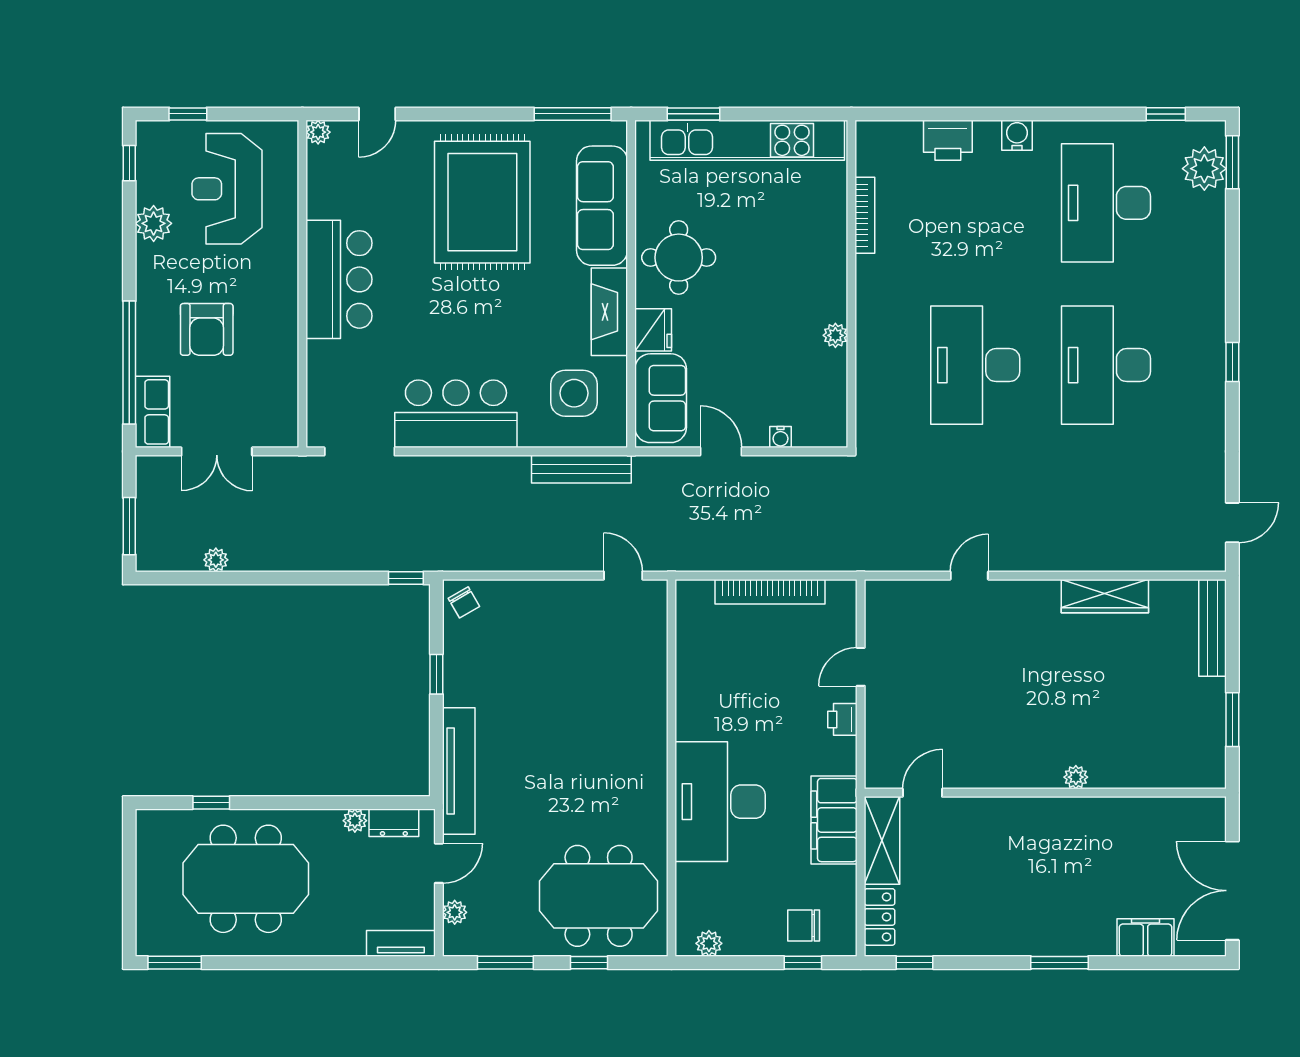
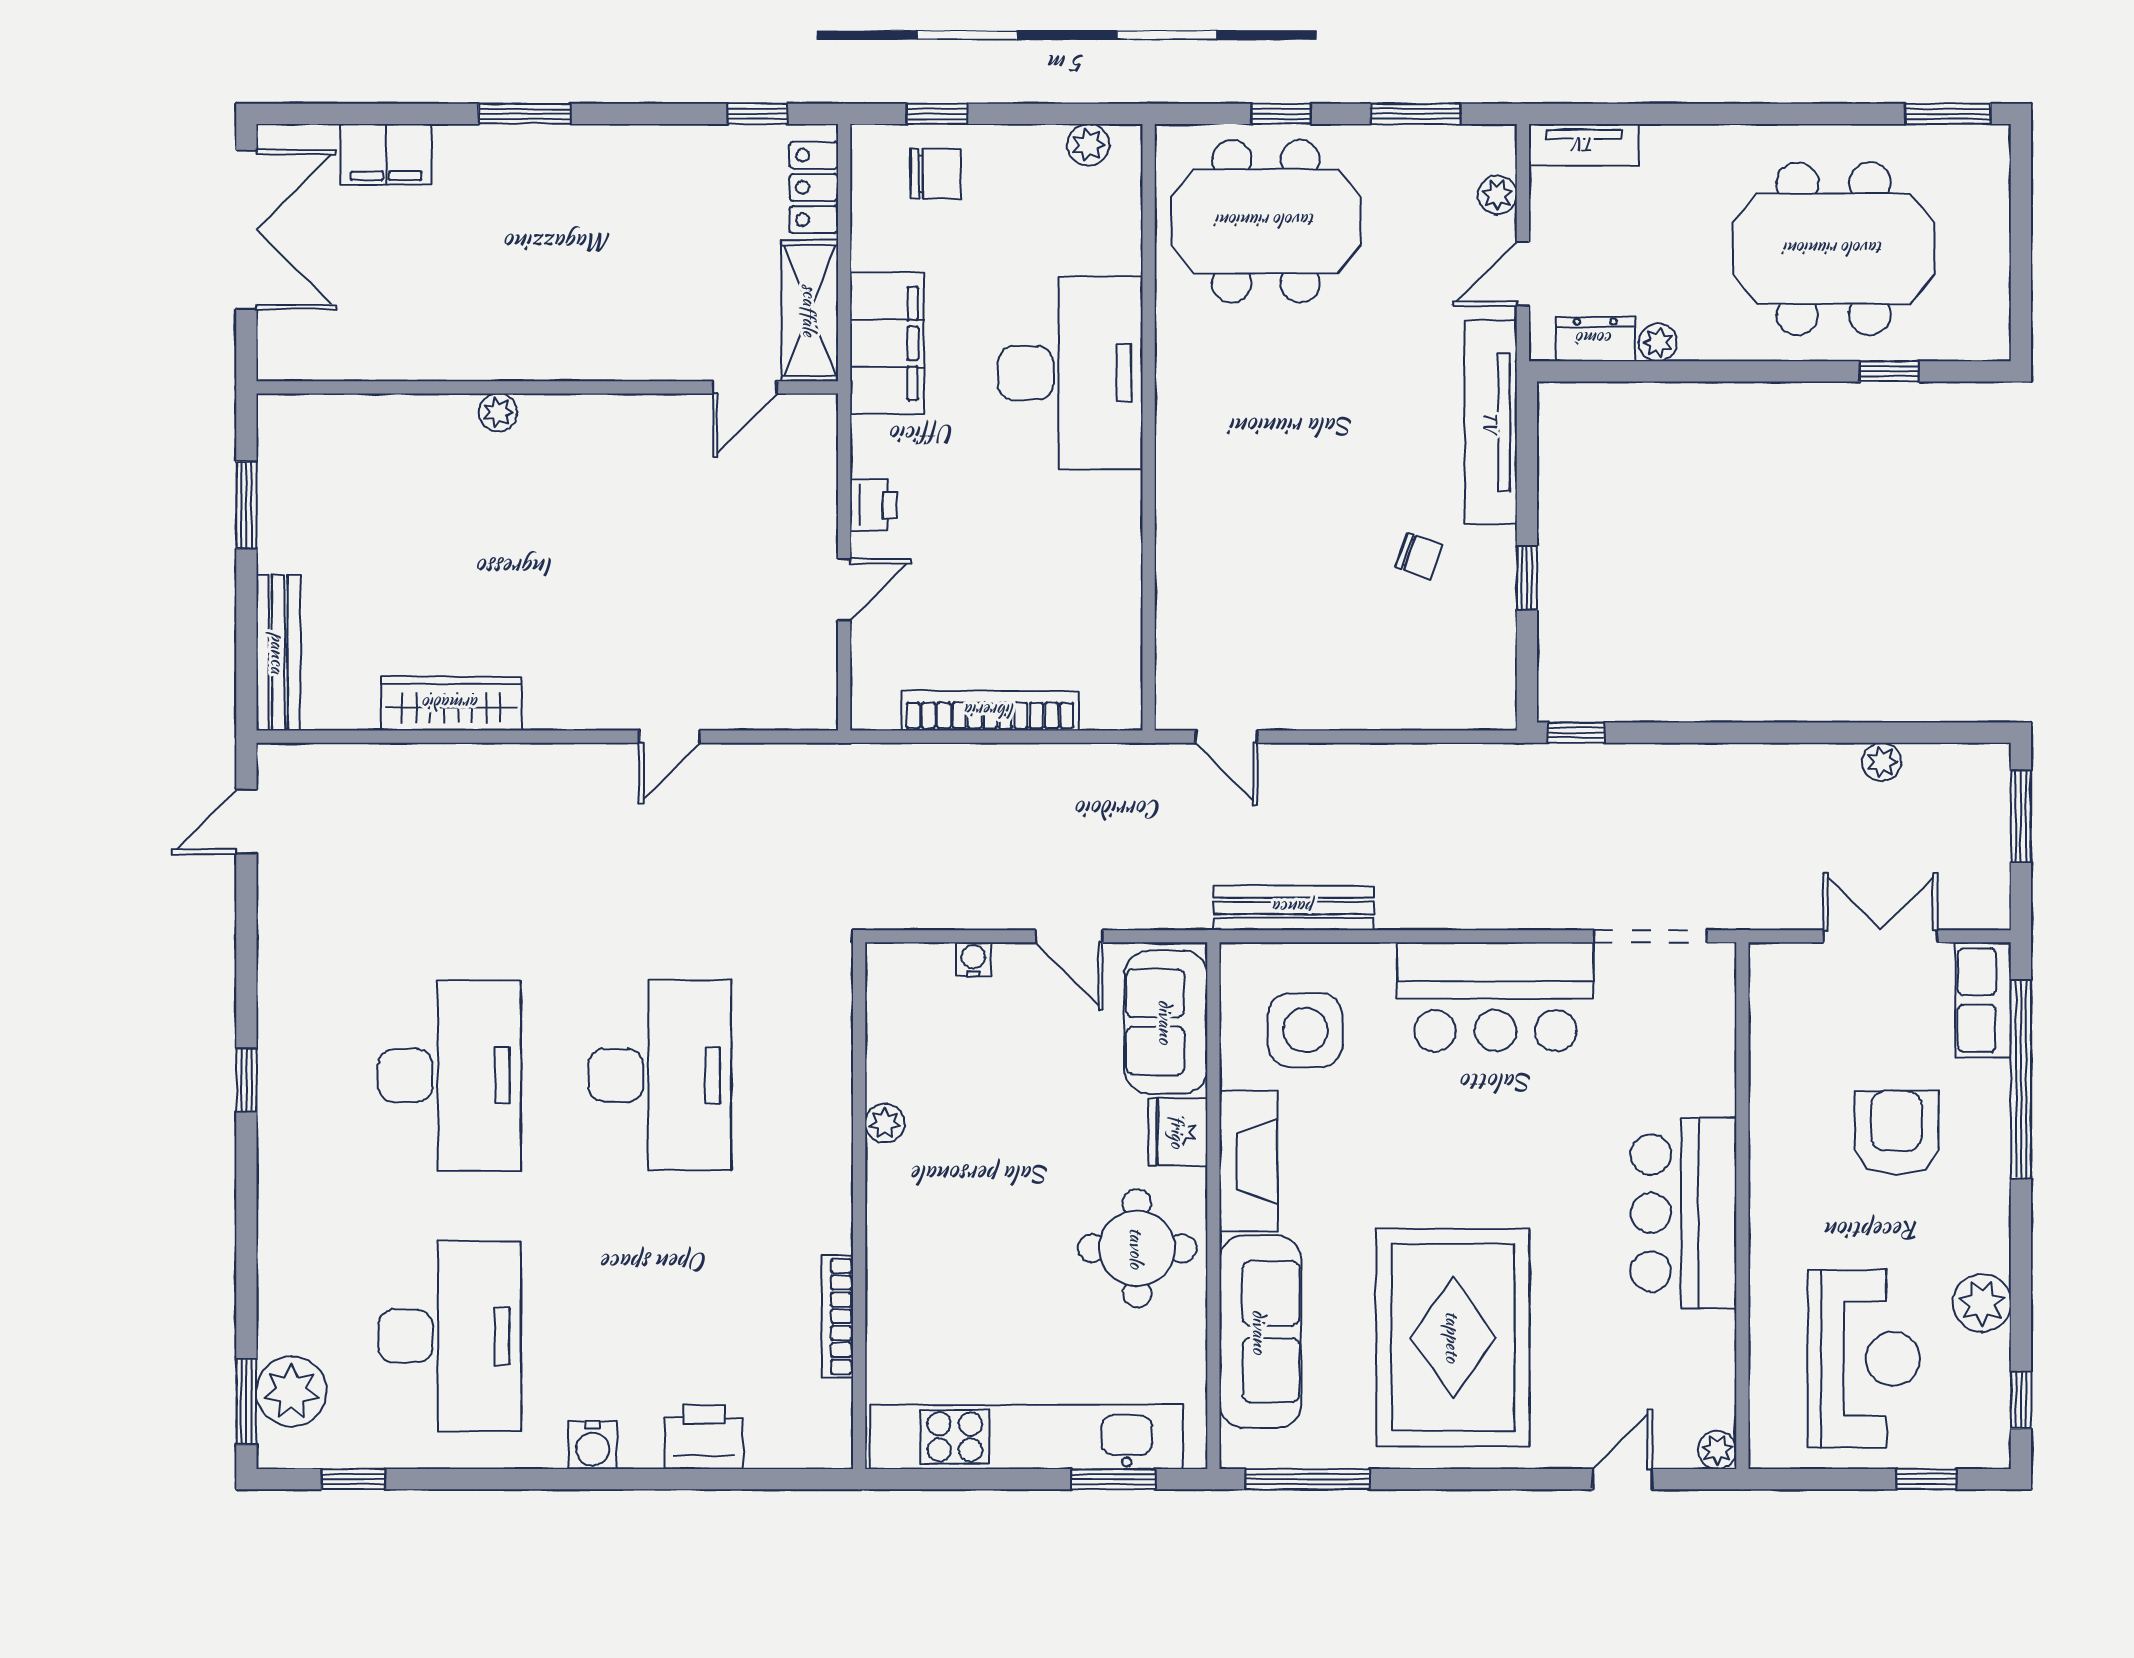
chair: (464, 602) -> (1419, 556), moved, turned 140

